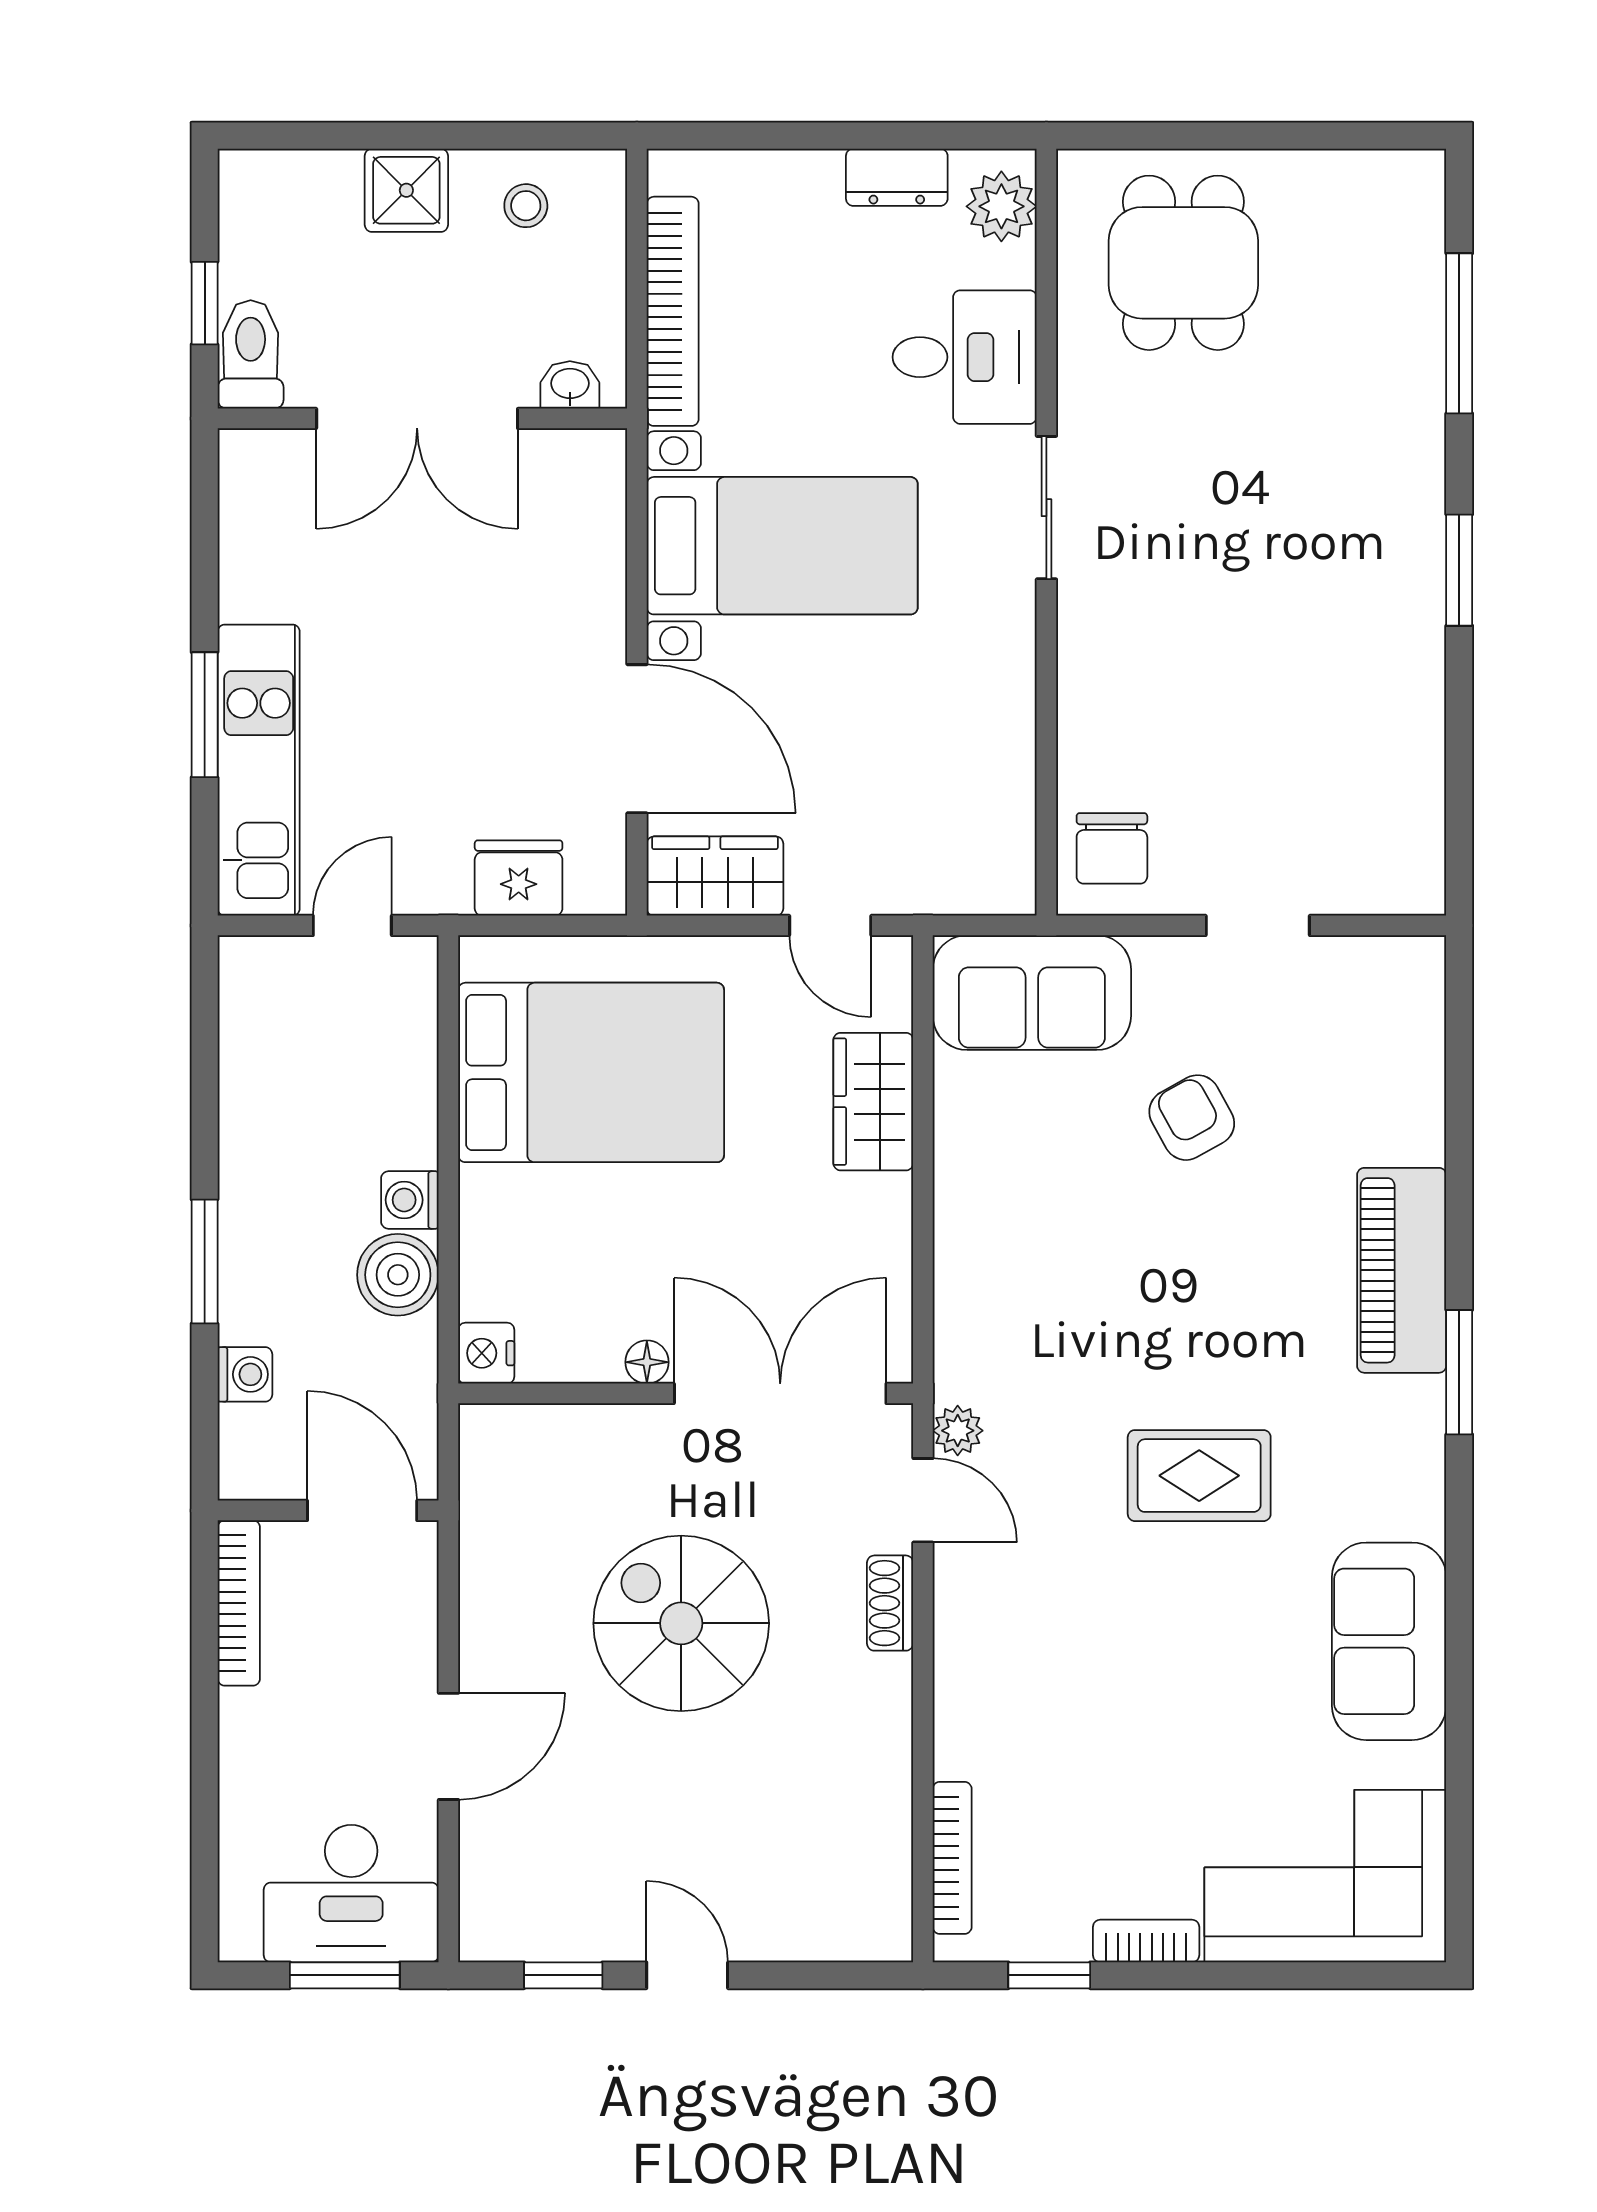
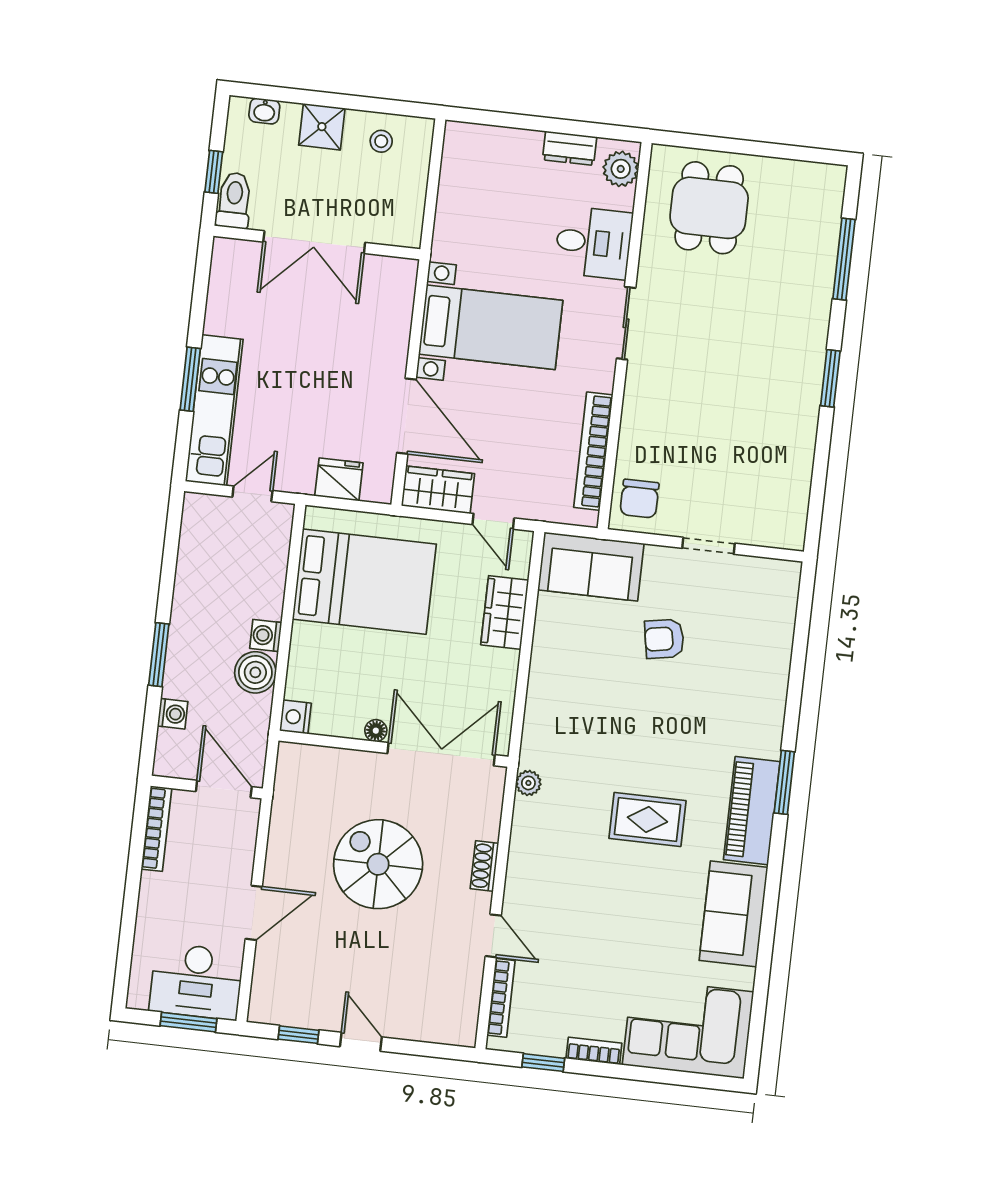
bookcase: (673, 311) -> (593, 451), moved, turned 180
washbasin: (570, 385) -> (264, 111), moved, turned 180
armchair: (1192, 1118) -> (664, 639), turned -71
piano: (1402, 1270) -> (752, 811), moved
door: (923, 1500) -> (493, 936), moved

